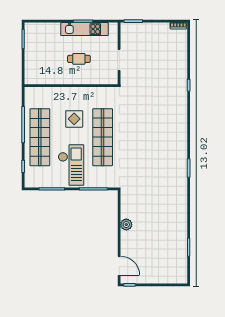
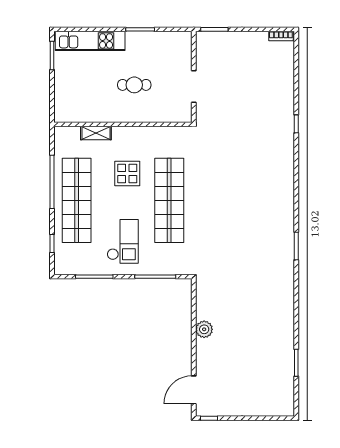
kitchen unit: (84, 29) -> (90, 41), moved
shelving: (53, 91) -> (96, 133), added
checkout: (71, 165) -> (123, 241), width x0.73, depth x0.83
door: (119, 266) -> (194, 390), swing flipped

